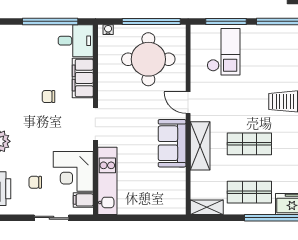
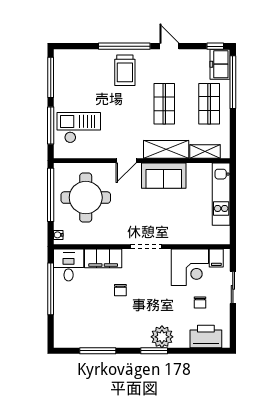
kitchen unit: (107, 181) -> (221, 194), moved, turned -90
shelving: (207, 207) -> (205, 152), moved, turned 90

